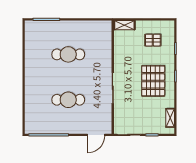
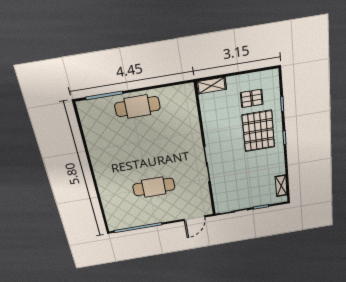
cafe table: (68, 54) -> (137, 107), moved
pallet: (153, 81) -> (258, 131), moved

